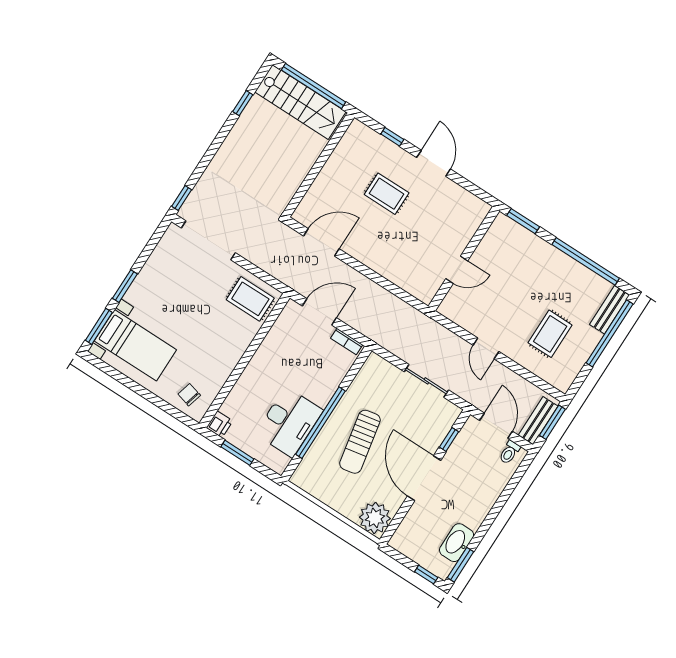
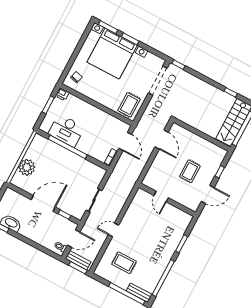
wall: (464, 259) -> (167, 200), moved
door: (457, 270) -> (161, 197), moved
bed with nightstands: (135, 345) -> (112, 54), width x1.85
sun lounger: (360, 442) -> (59, 168), removed
plant: (375, 518) -> (27, 167), moved

